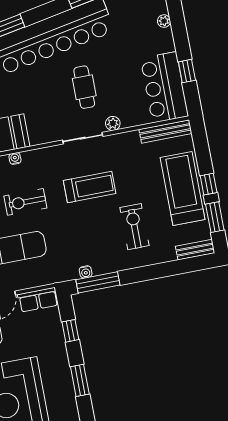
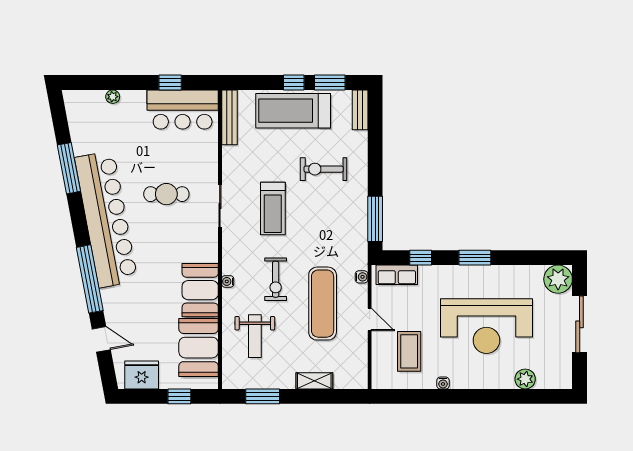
plant: (113, 123) -> (210, 171), removed
treadmill: (90, 187) -> (273, 208), turned 180
water cooler: (86, 272) -> (362, 277), moved
row of seats: (38, 300) -> (397, 275), moved, turned 90

